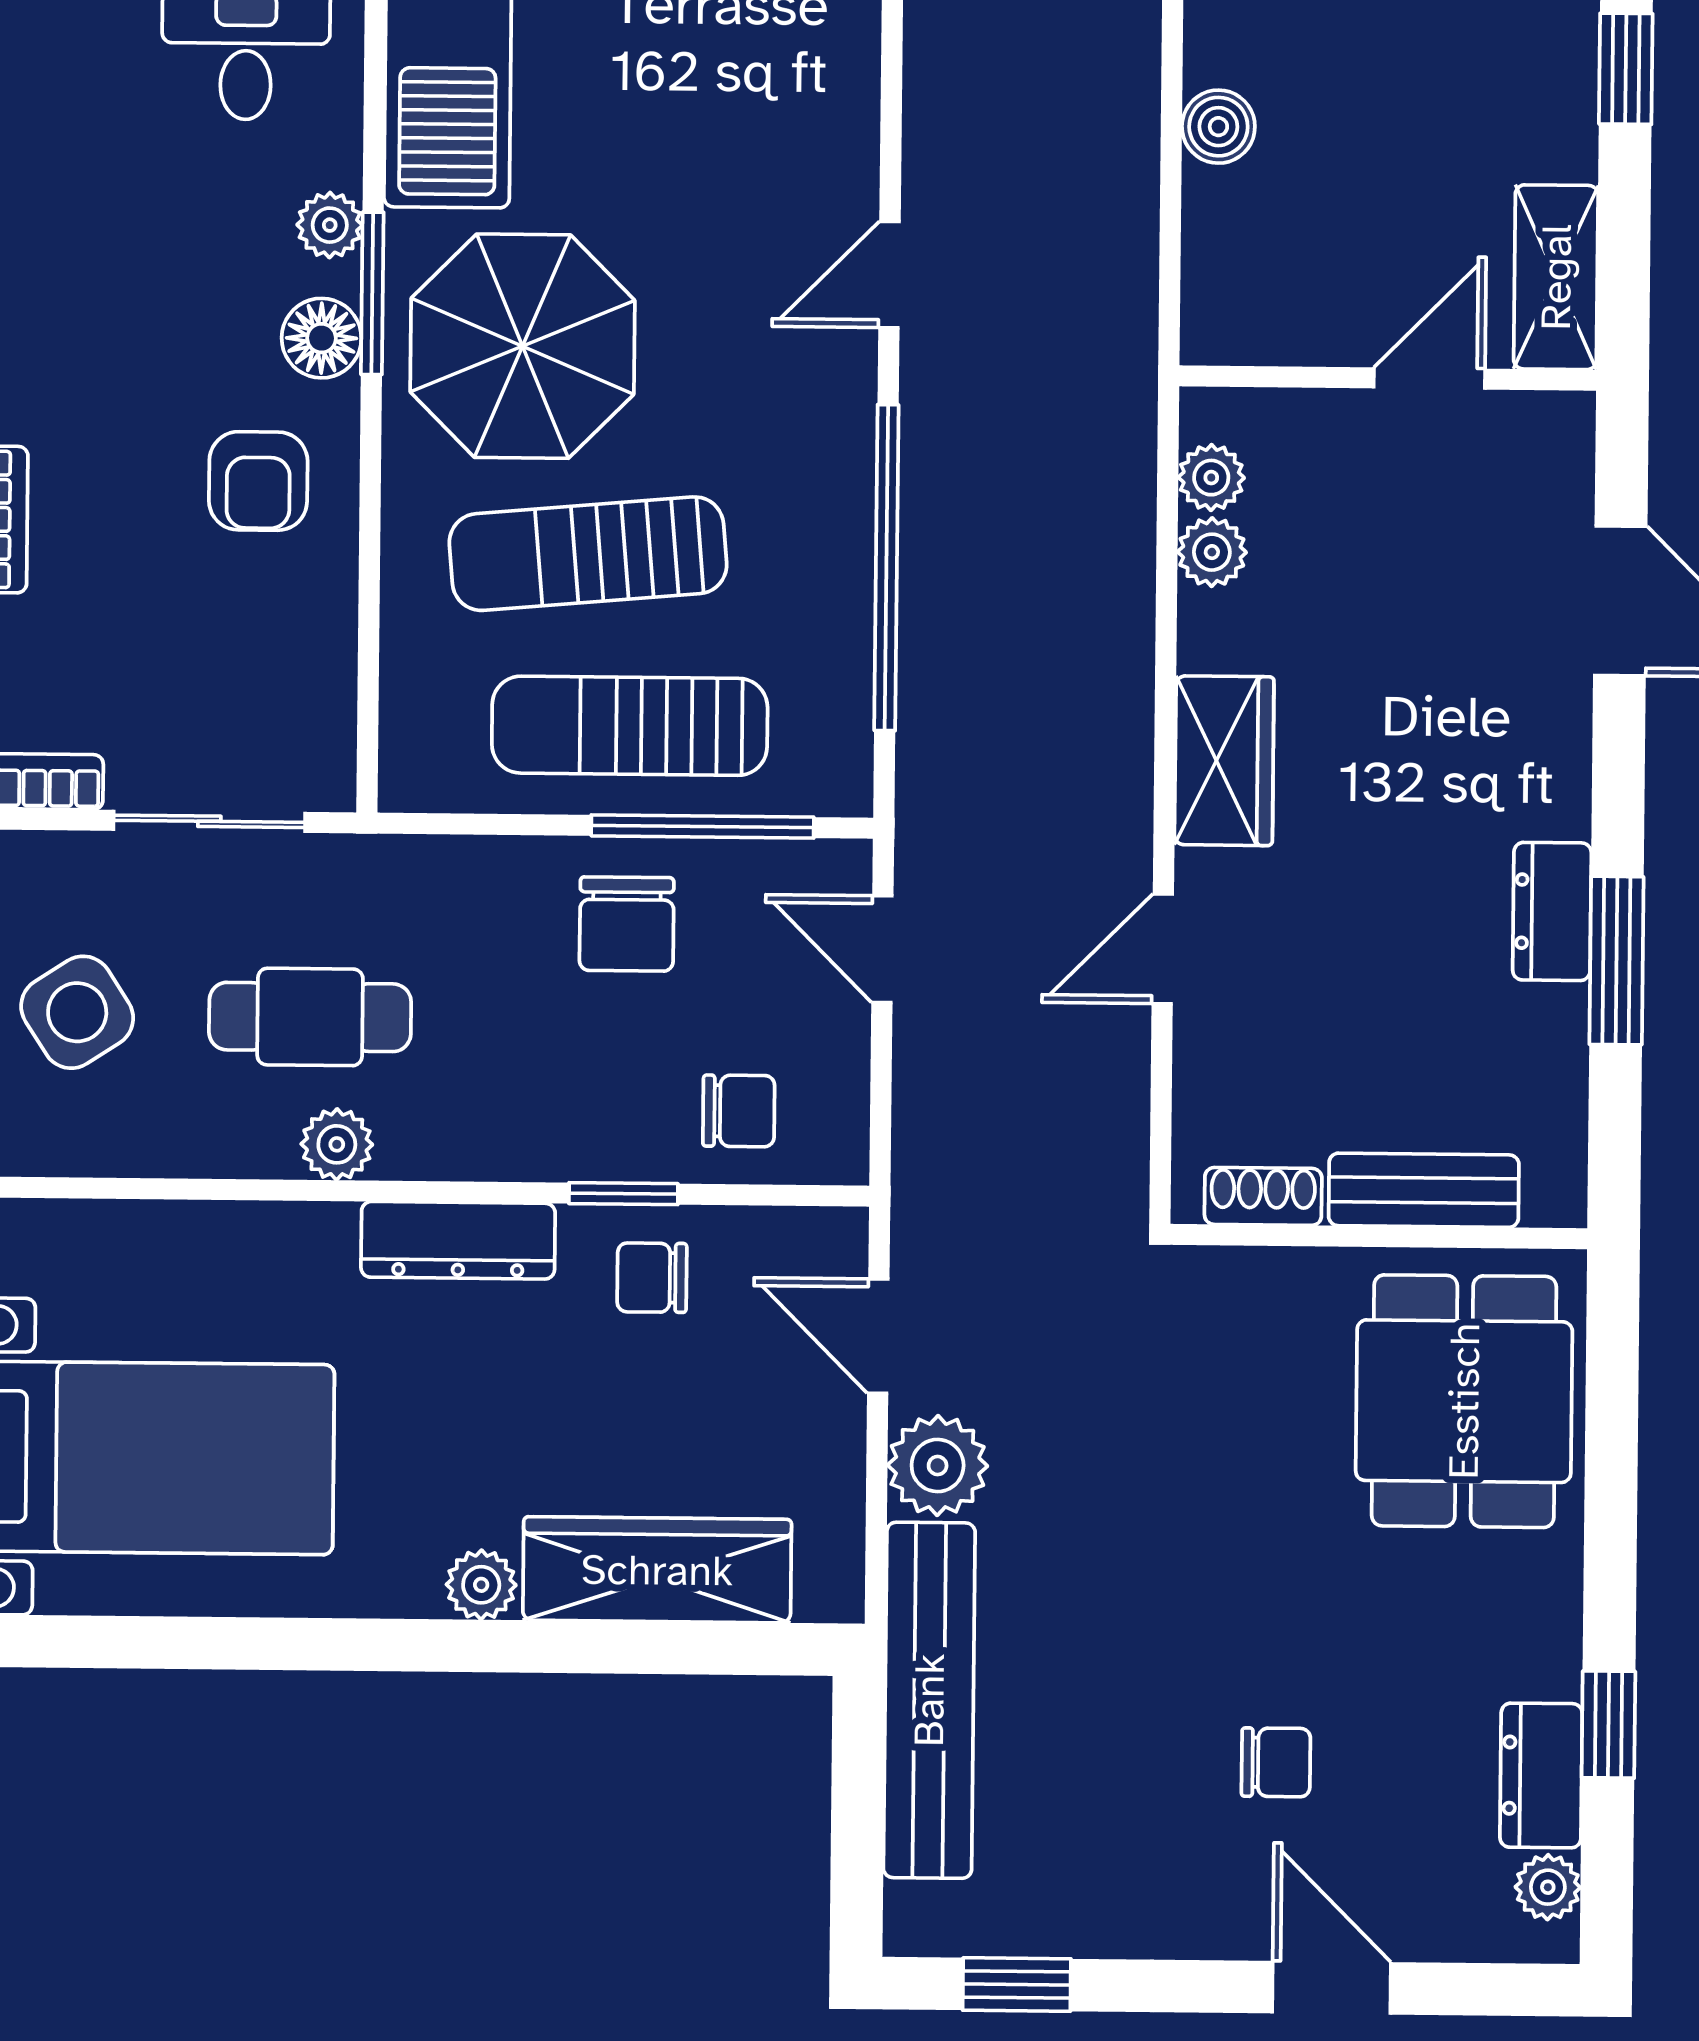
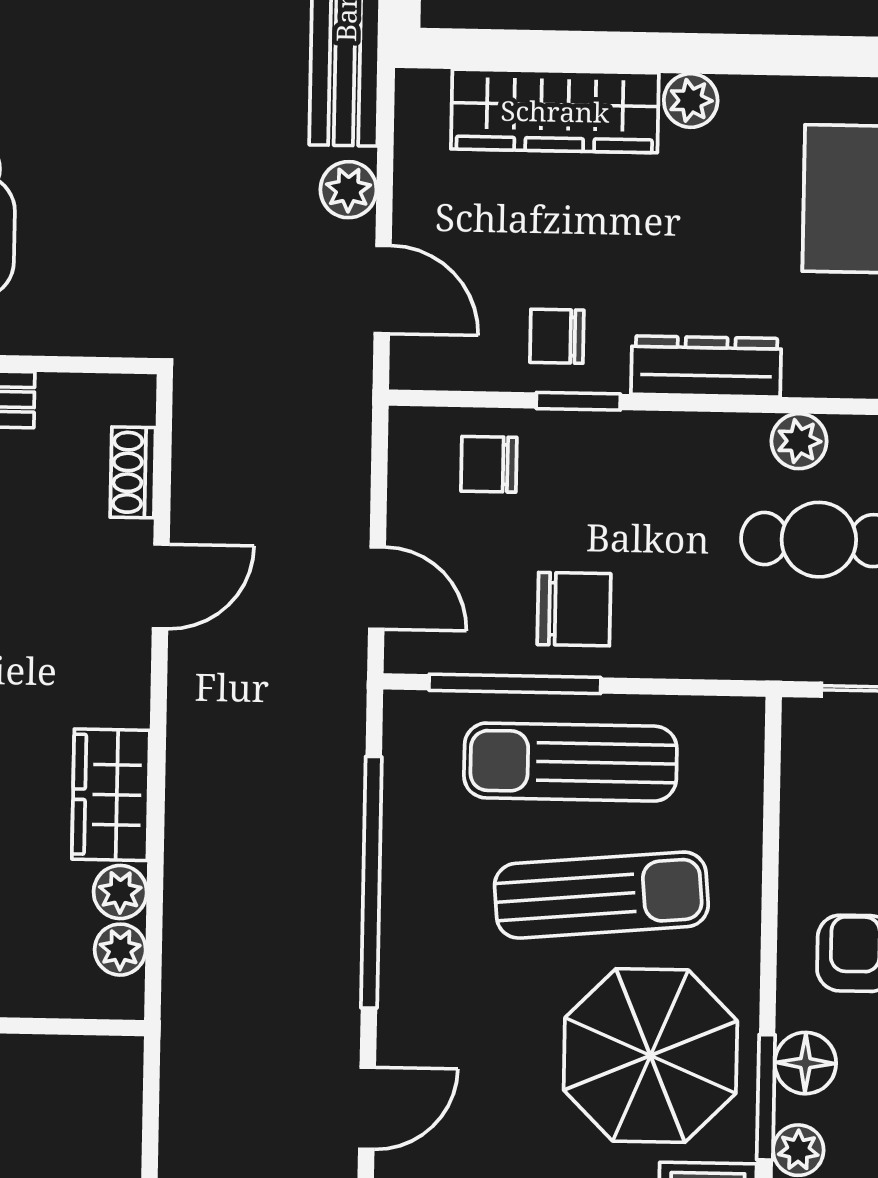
sun lounger: (630, 726) -> (570, 762), turned 180
wardrobe: (1224, 761) -> (111, 795), moved
chair: (627, 924) -> (574, 609), turned 90
shoe rack: (1263, 1196) -> (133, 472), moved, turned 90
chair: (652, 1278) -> (557, 336), turned 180
plant: (938, 1466) -> (348, 190), width x0.73, depth x0.73

